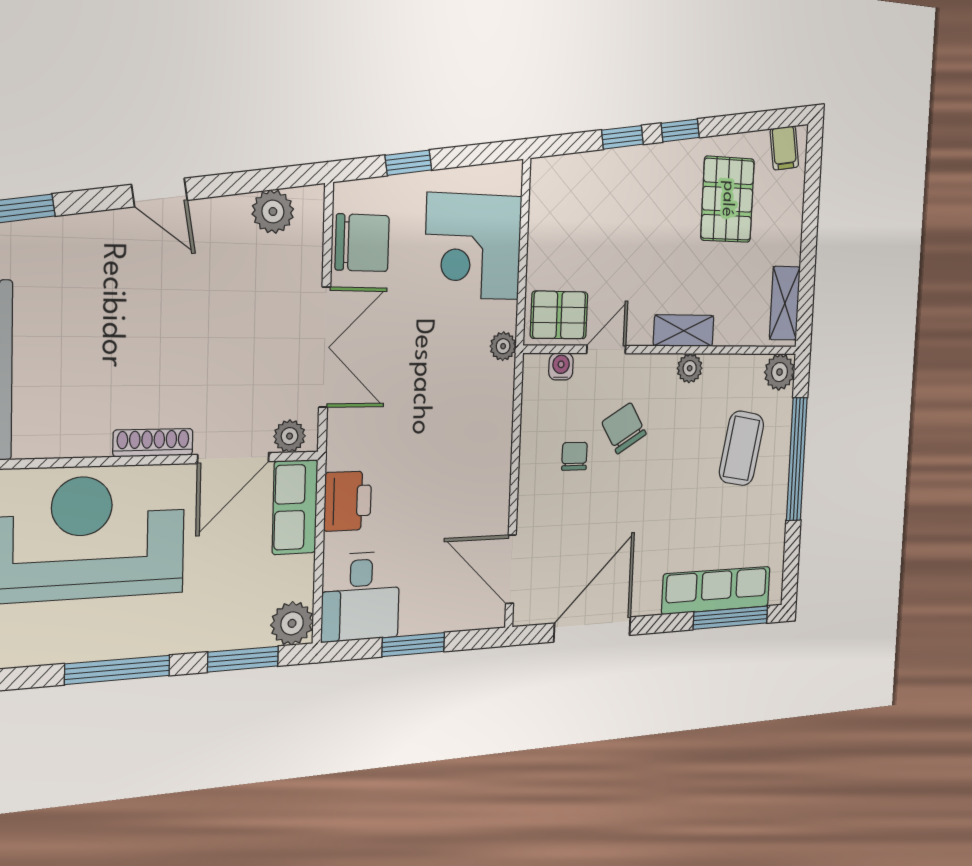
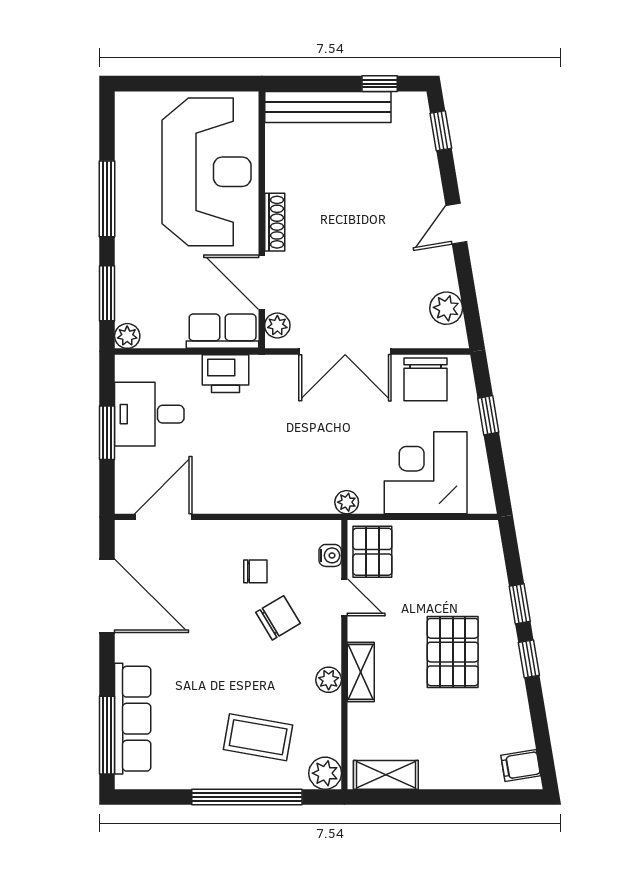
pallet: (728, 199) -> (453, 652), moved, turned 90
desk: (361, 596) -> (149, 414), moved
plant: (292, 623) -> (127, 336), width x0.73, depth x0.73

